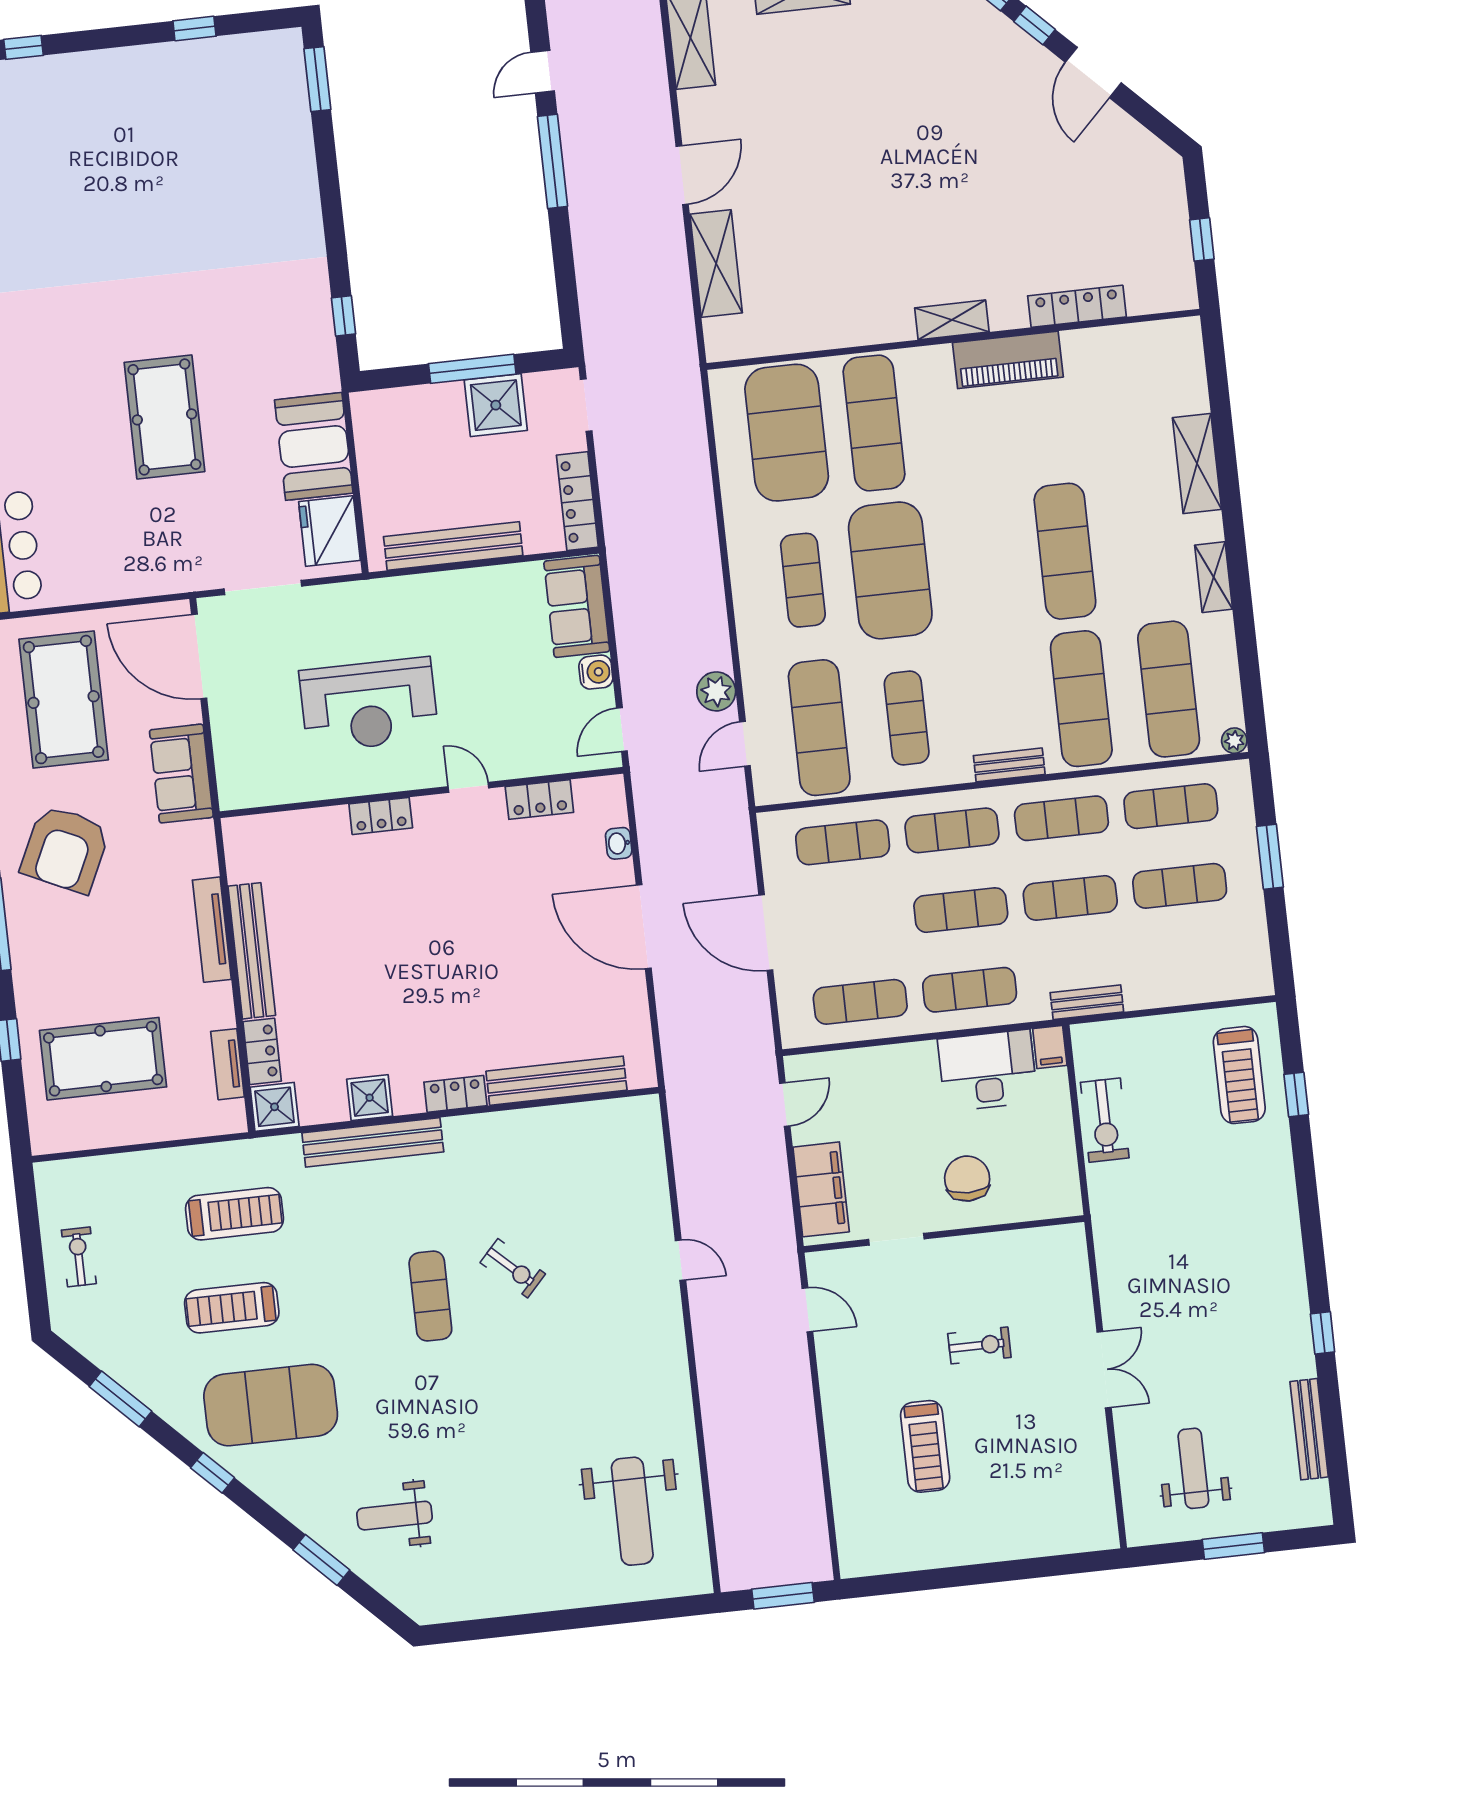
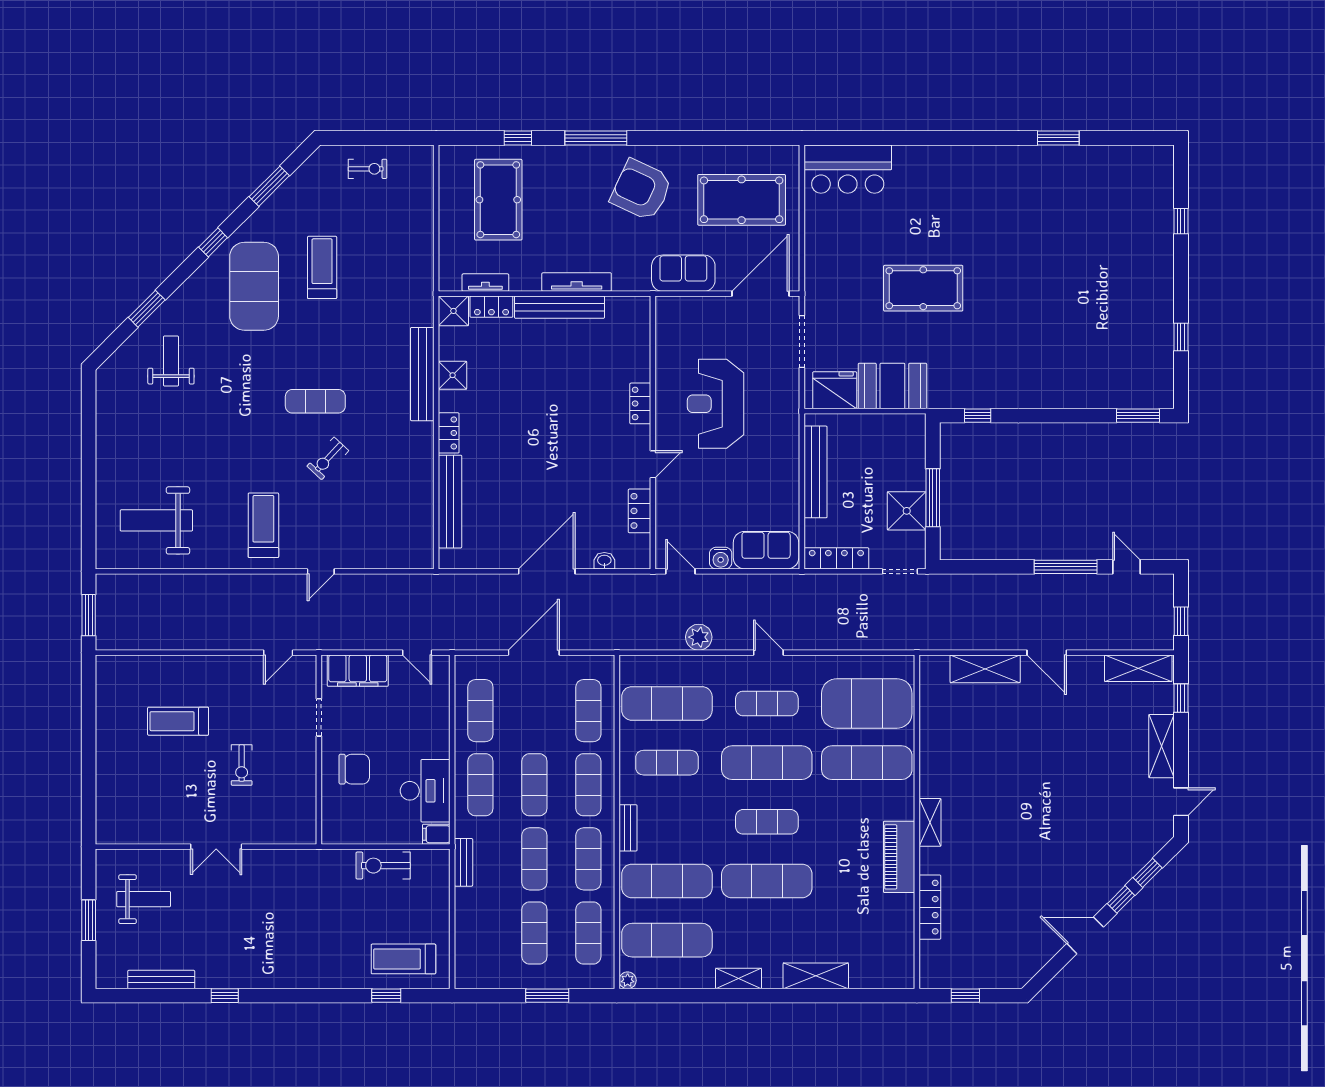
exercise mat: (978, 561) -> (767, 822), added
exercise mat: (890, 570) -> (767, 763), width x0.68
door: (745, 744) -> (768, 653), moved
treadmill: (235, 1214) -> (263, 525), moved, turned 180

